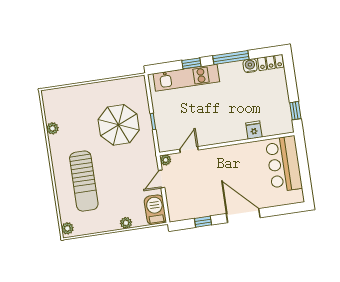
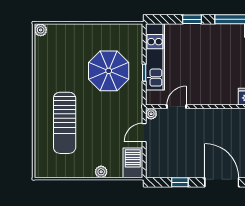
kitchen unit: (186, 78) -> (155, 57), moved, turned -90
plant: (52, 128) -> (41, 30), moved
plant: (67, 228) -> (41, 168), removed

